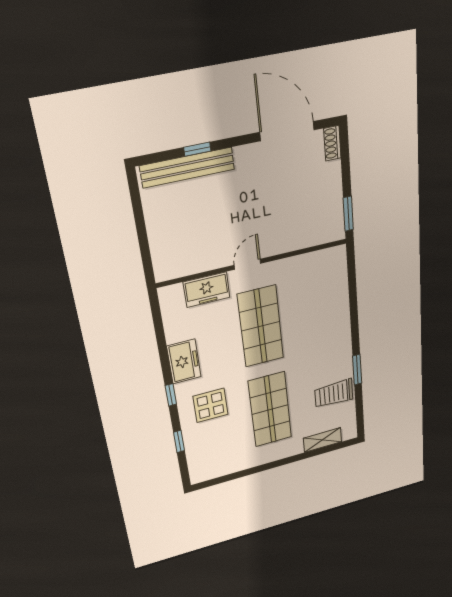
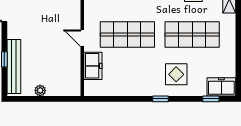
plant: (154, 219) -> (40, 90), added
freezer: (184, 361) -> (221, 87), moved
window: (179, 441) -> (211, 99), moved

